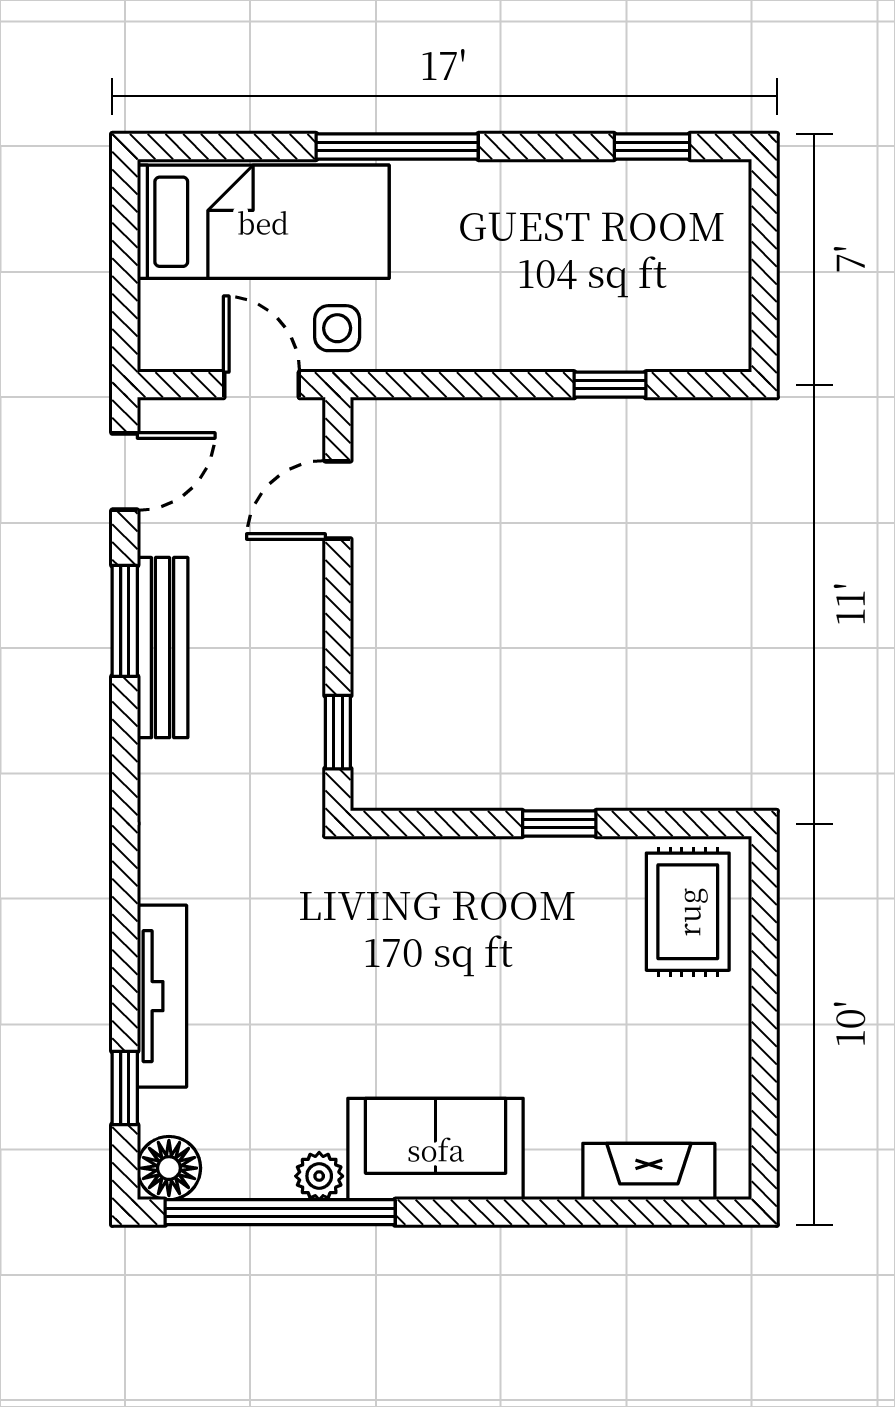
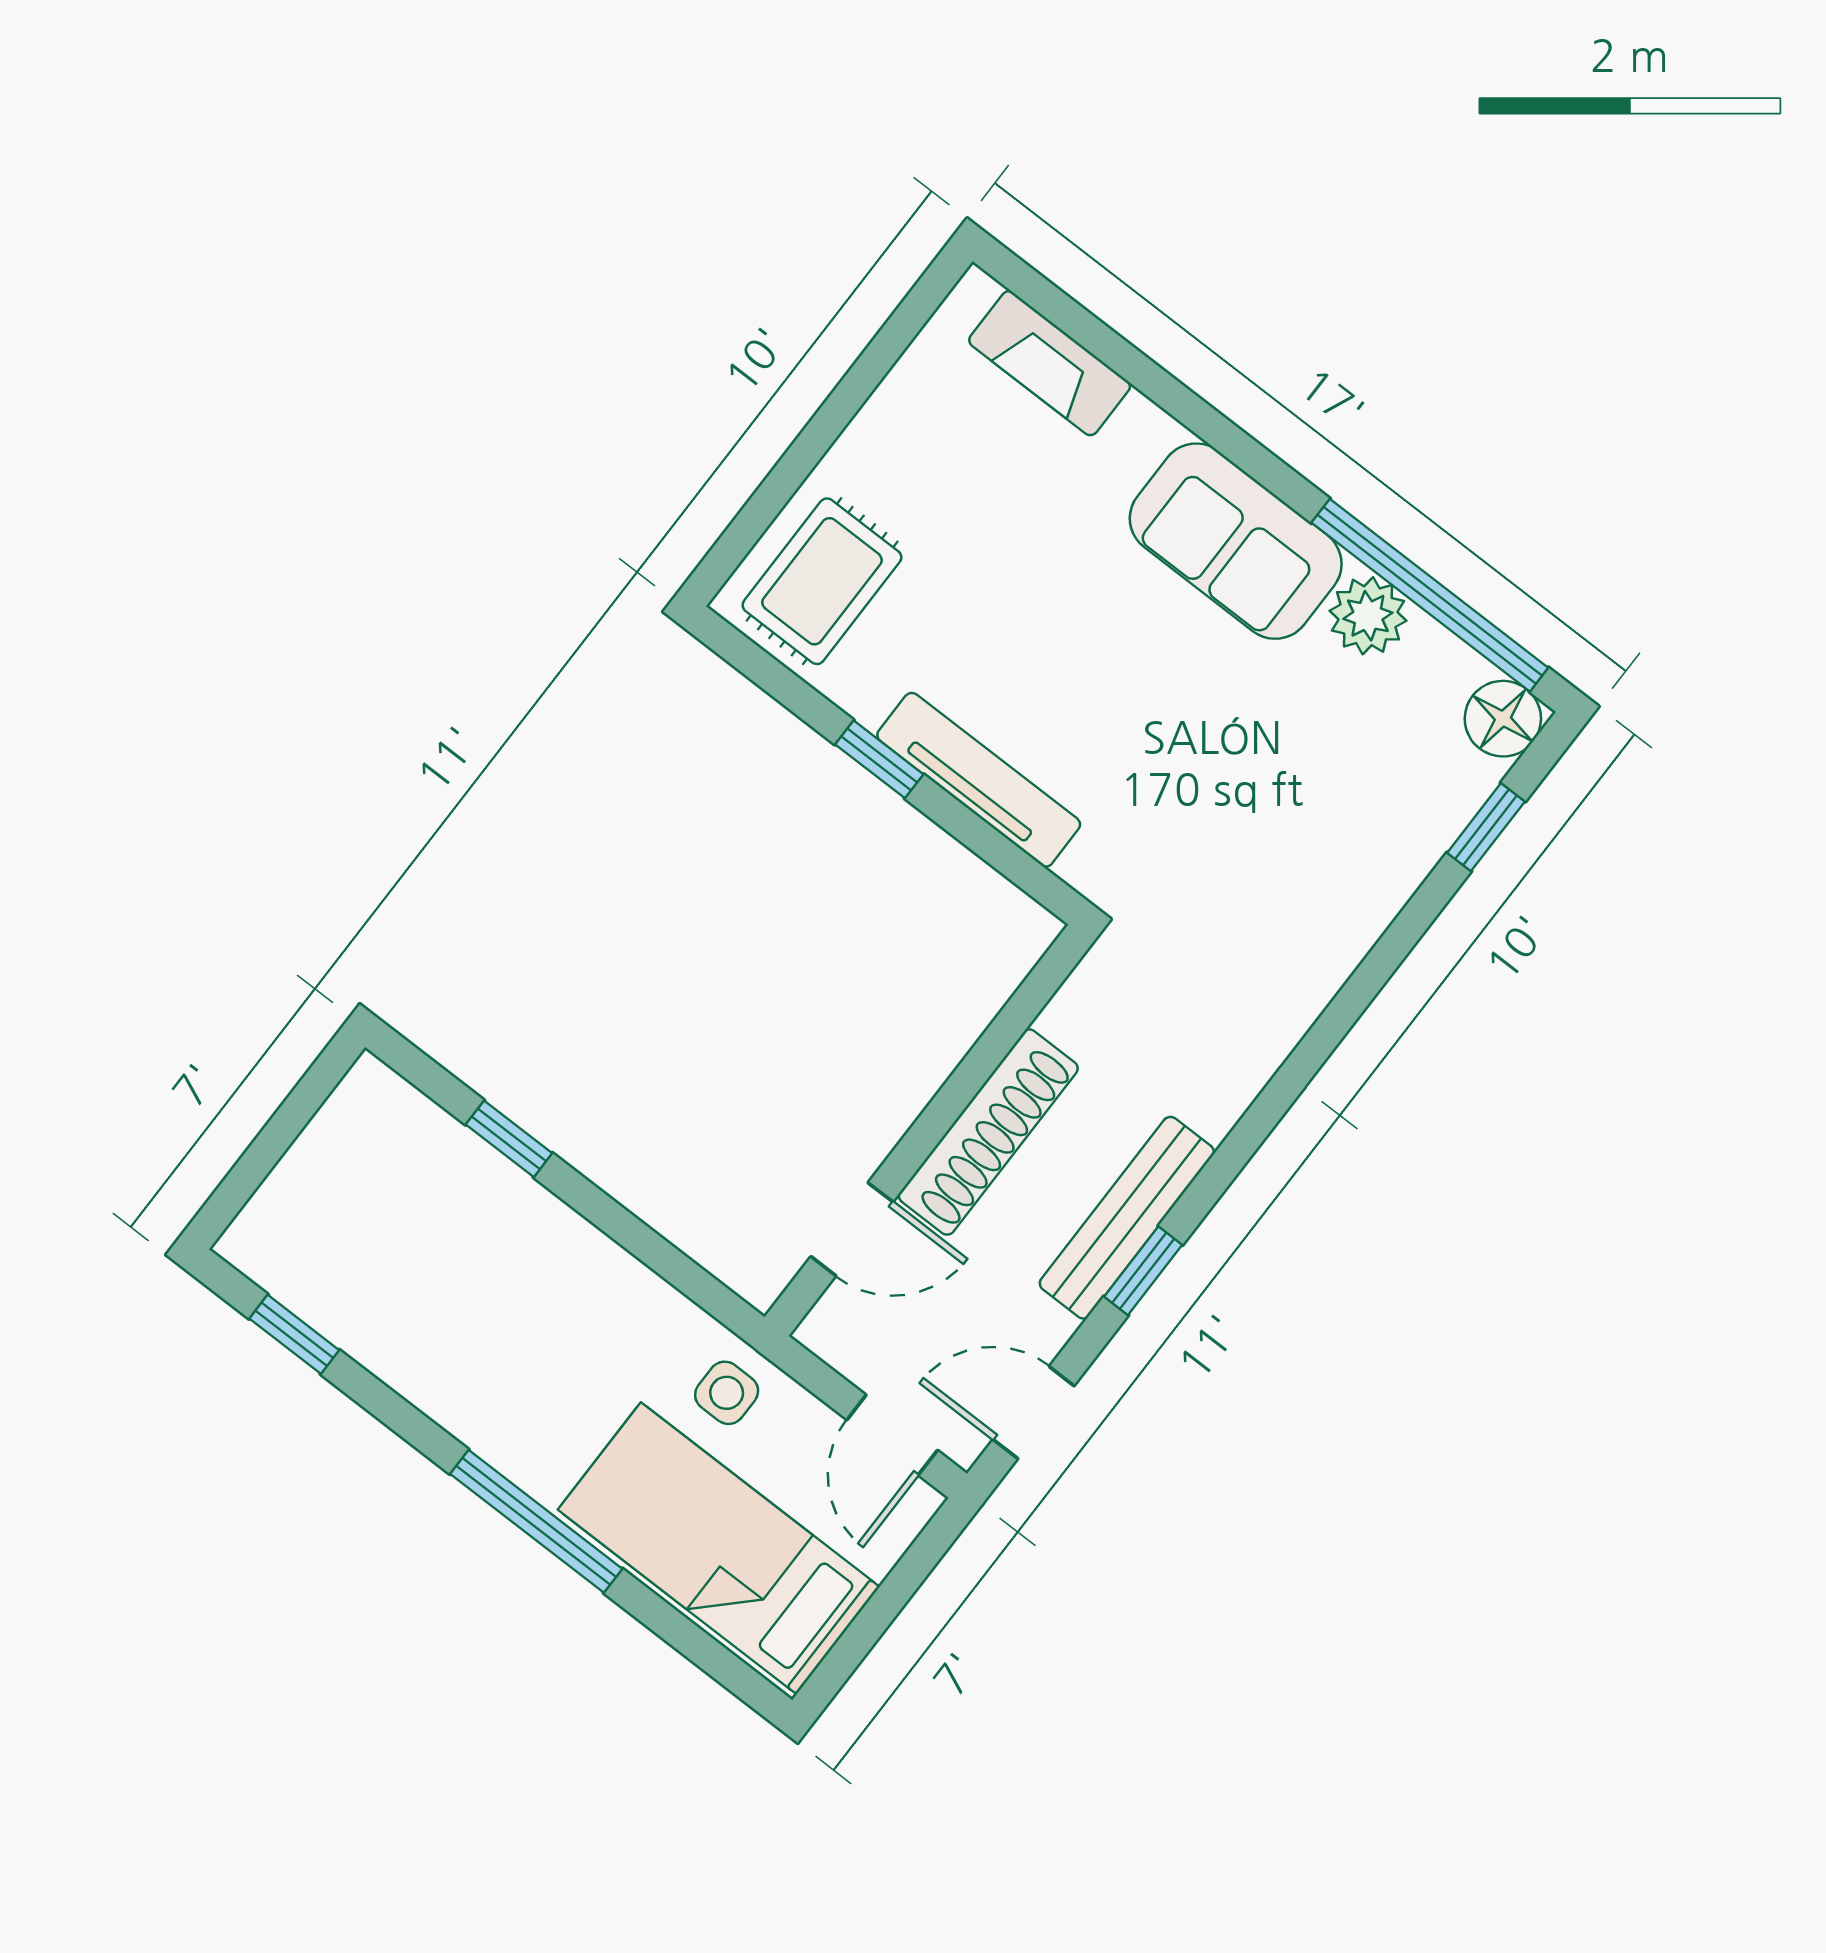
door: (262, 385) -> (892, 1435), moved
window: (125, 621) -> (1143, 1271), width x0.67
shoe rack: (298, 633) -> (988, 1132), added
window: (338, 732) -> (1022, 1009), removed
tv unit: (162, 996) -> (979, 780), moved, turned 90
plant: (319, 1176) -> (1368, 616), width x1.38, depth x1.38

